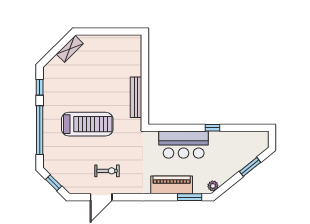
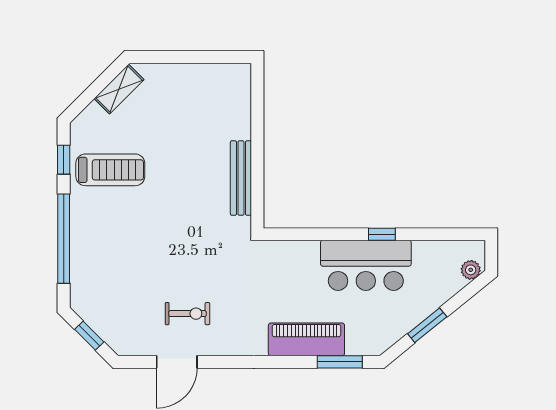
treadmill: (87, 124) -> (110, 170), moved, width x0.73, depth x0.73
bar counter: (184, 145) -> (366, 265), moved
window: (250, 167) -> (427, 325), moved
plant: (213, 186) -> (471, 270), moved

